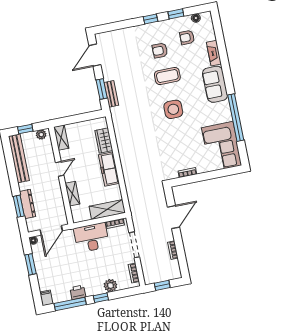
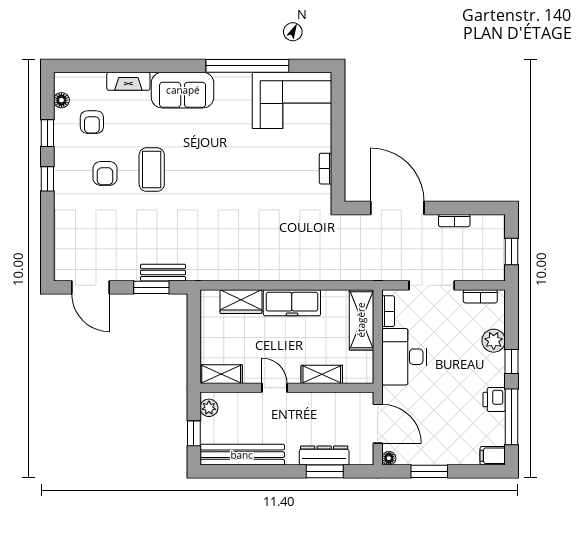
side table: (173, 109) -> (211, 171), removed
door: (174, 217) -> (397, 208), width x1.36

